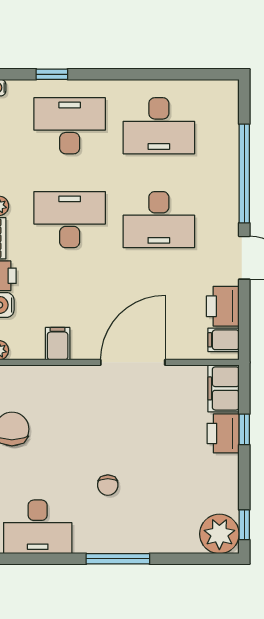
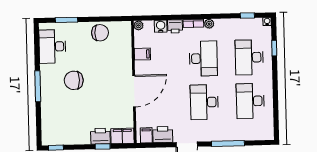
desk: (70, 126) -> (249, 57), turned 180
window: (244, 173) -> (228, 143), width x0.68
door: (133, 362) -> (134, 91), hinge flipped
chair: (108, 485) -> (74, 80), width x1.87, depth x1.87
plant: (219, 534) -> (51, 136), removed

